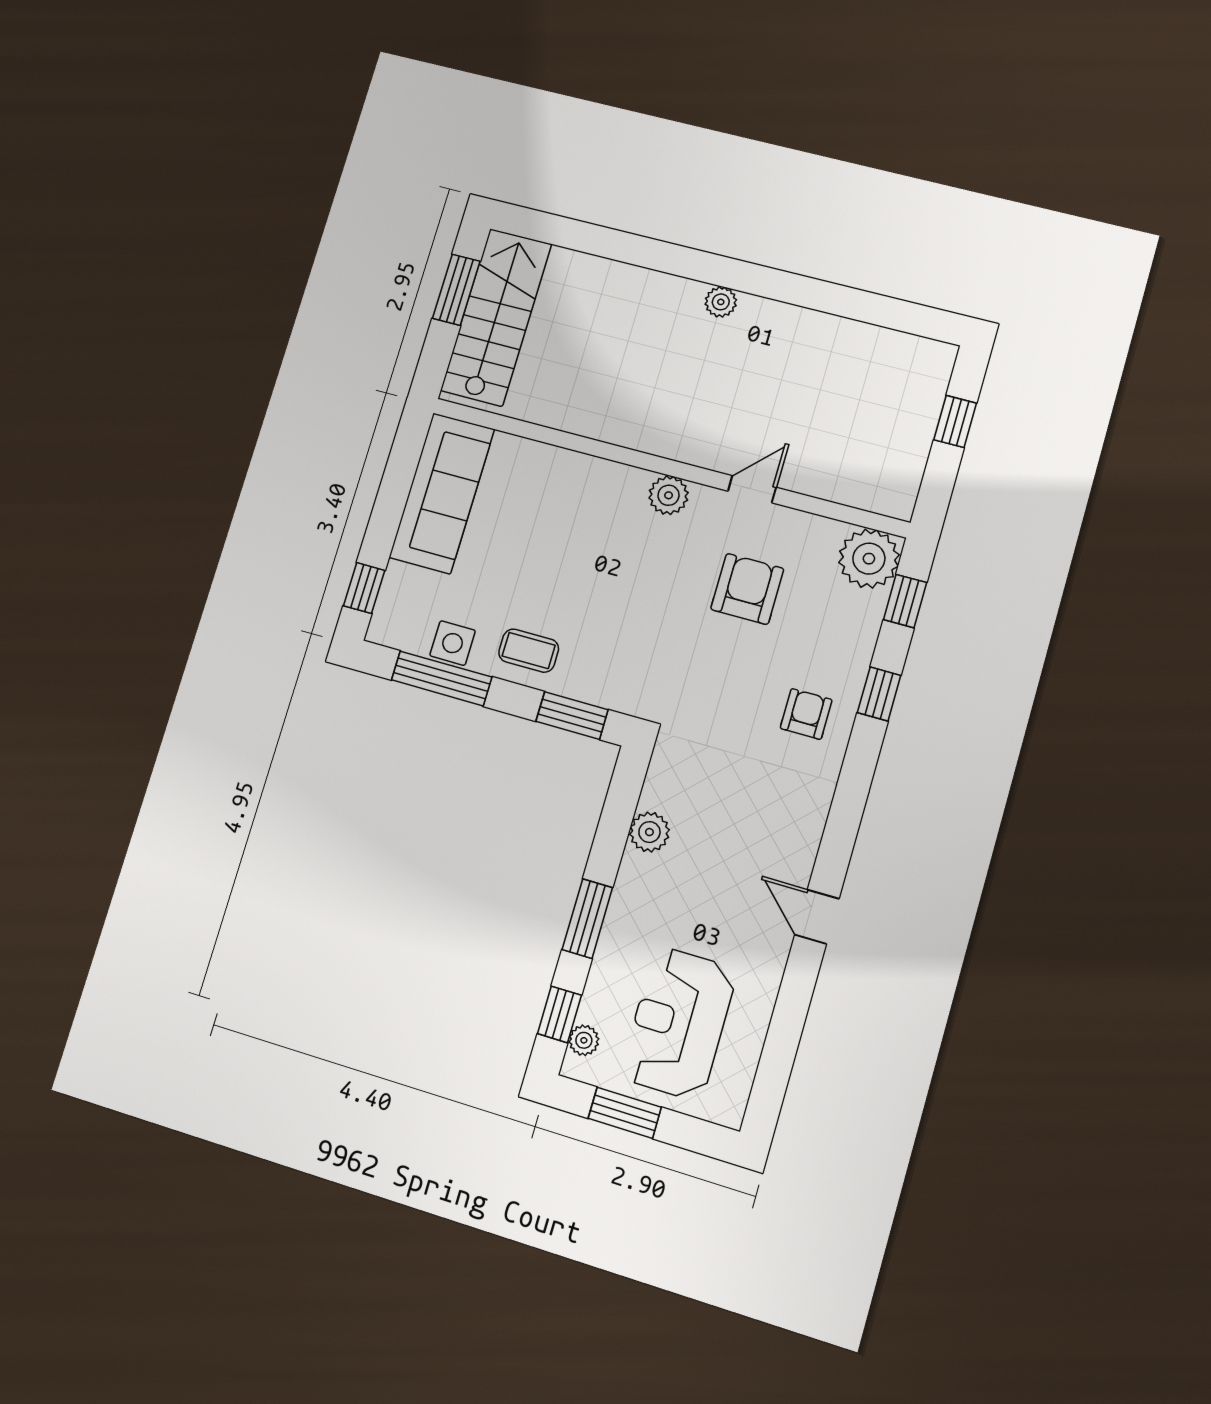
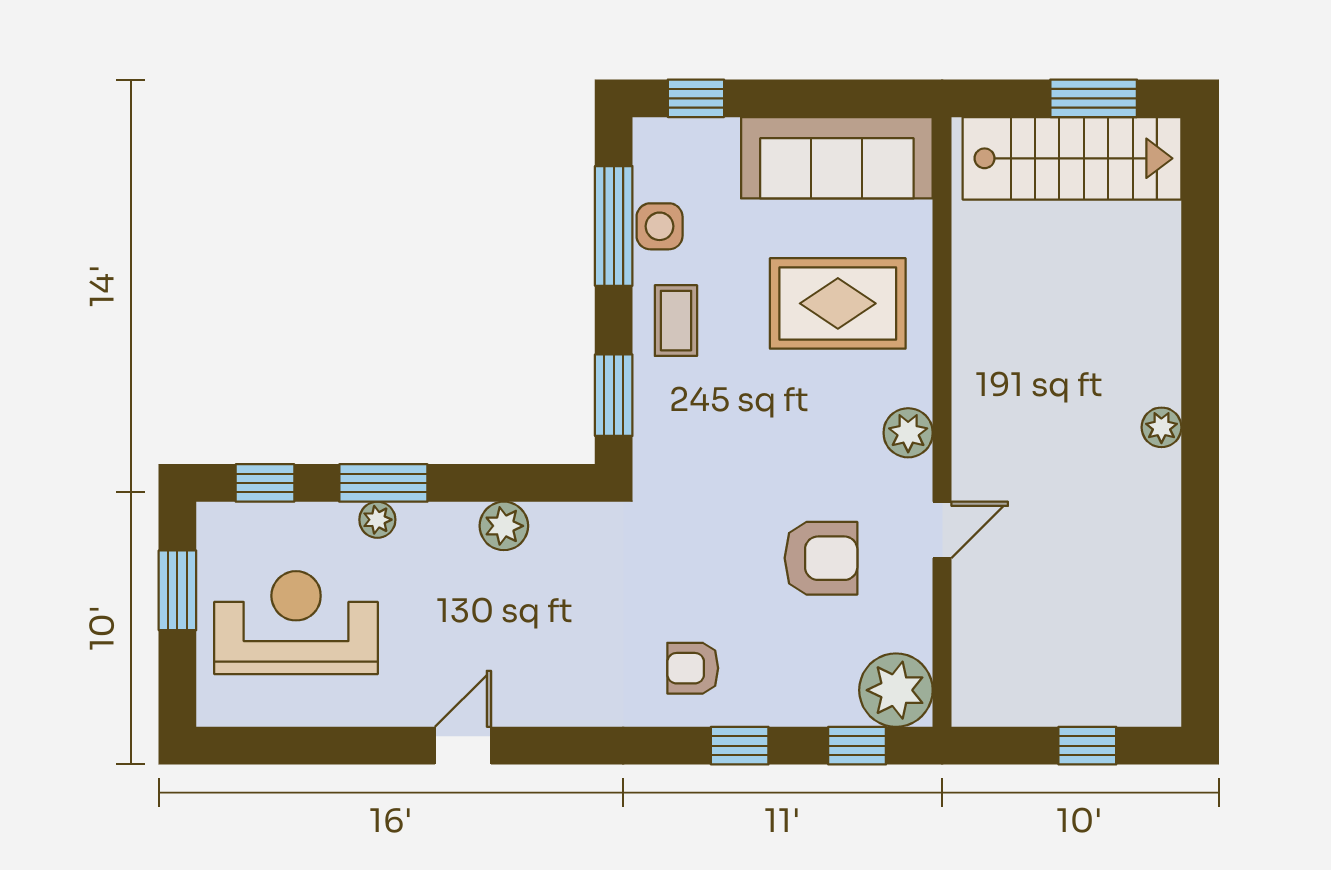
door: (752, 489) -> (942, 530), hinge flipped
rug: (553, 522) -> (838, 303), added
armchair: (806, 714) -> (693, 668), turned 180
plant: (584, 1040) -> (377, 520), moved

